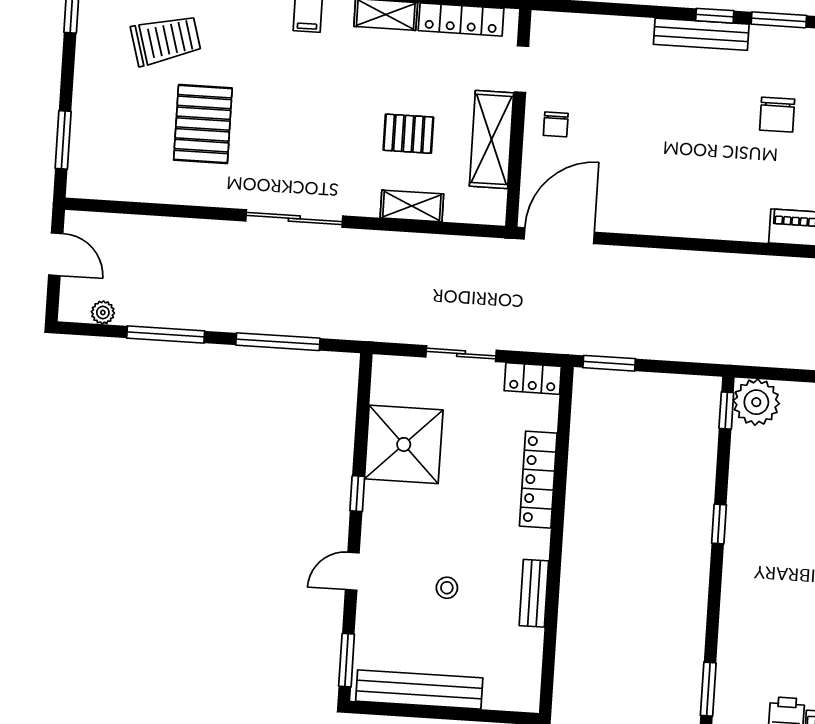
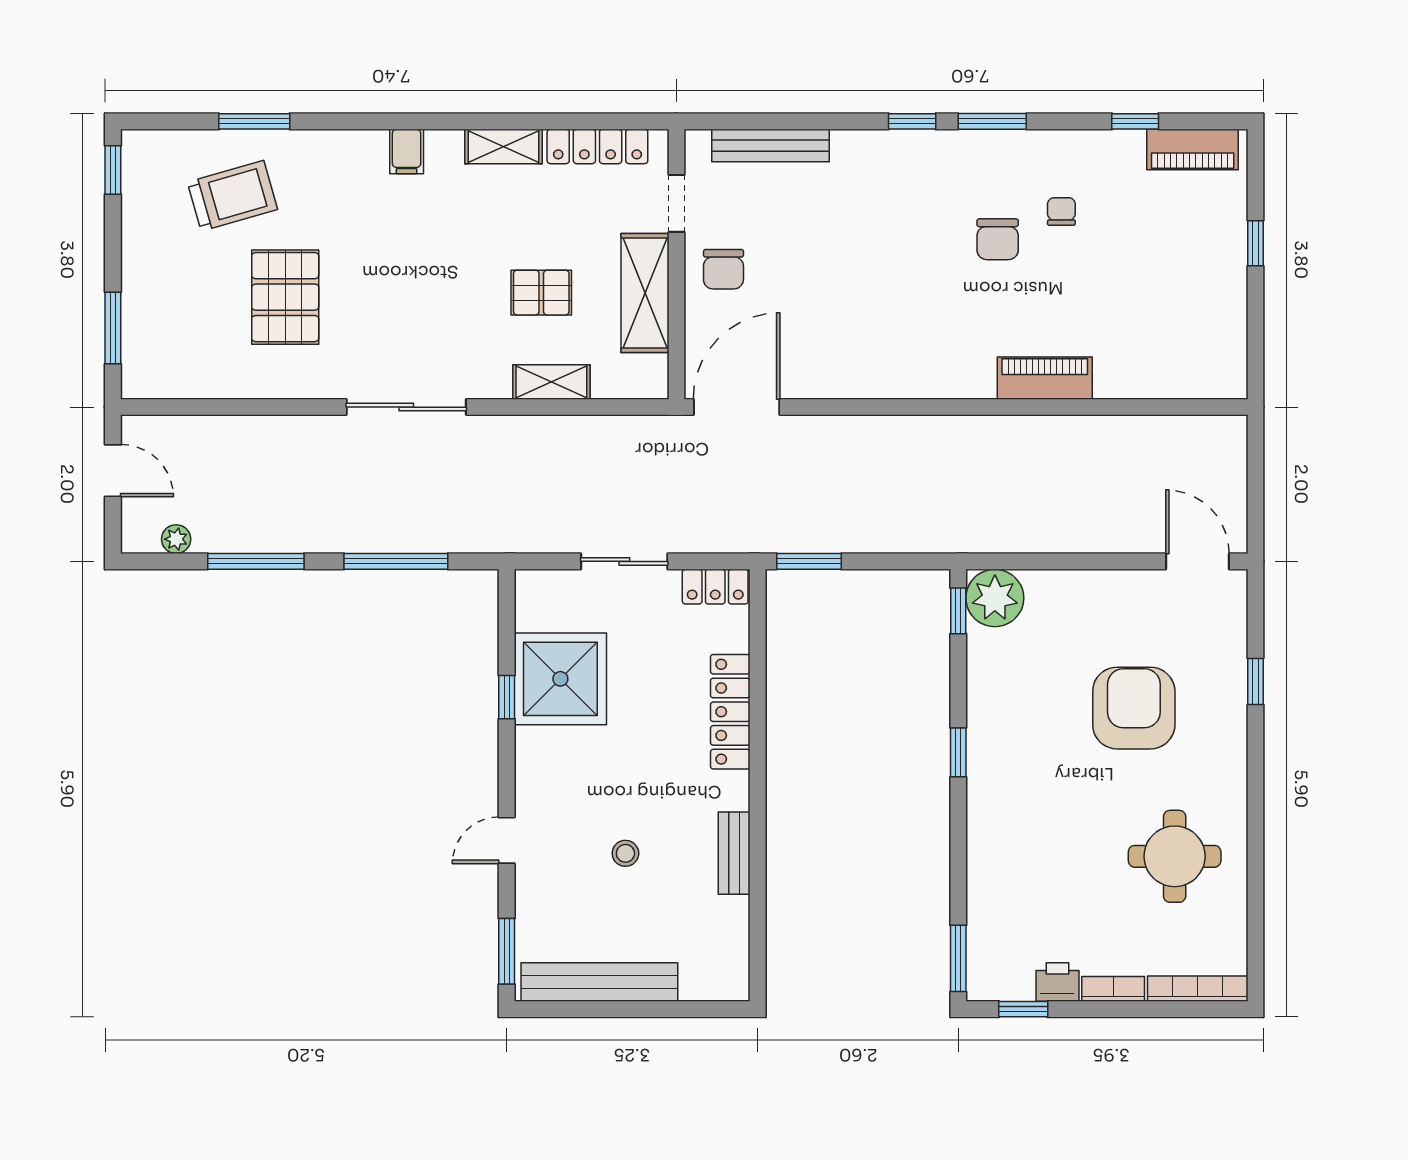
bench: (701, 34) -> (770, 146), moved
chair: (556, 124) -> (723, 269), width x1.37, depth x1.37
window: (357, 494) -> (507, 697), moved

